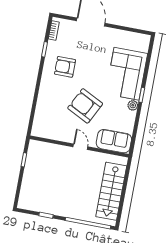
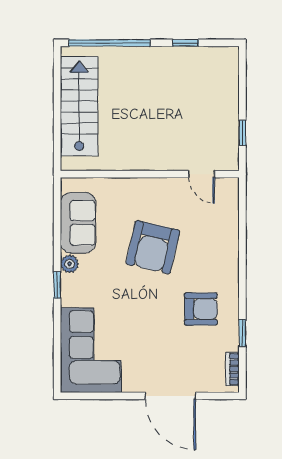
corner sofa: (127, 74) -> (91, 350), moved
armchair: (85, 106) -> (153, 247), turned 76
sofa: (114, 141) -> (78, 223), moved, turned -90
door: (80, 147) -> (202, 174), moved

